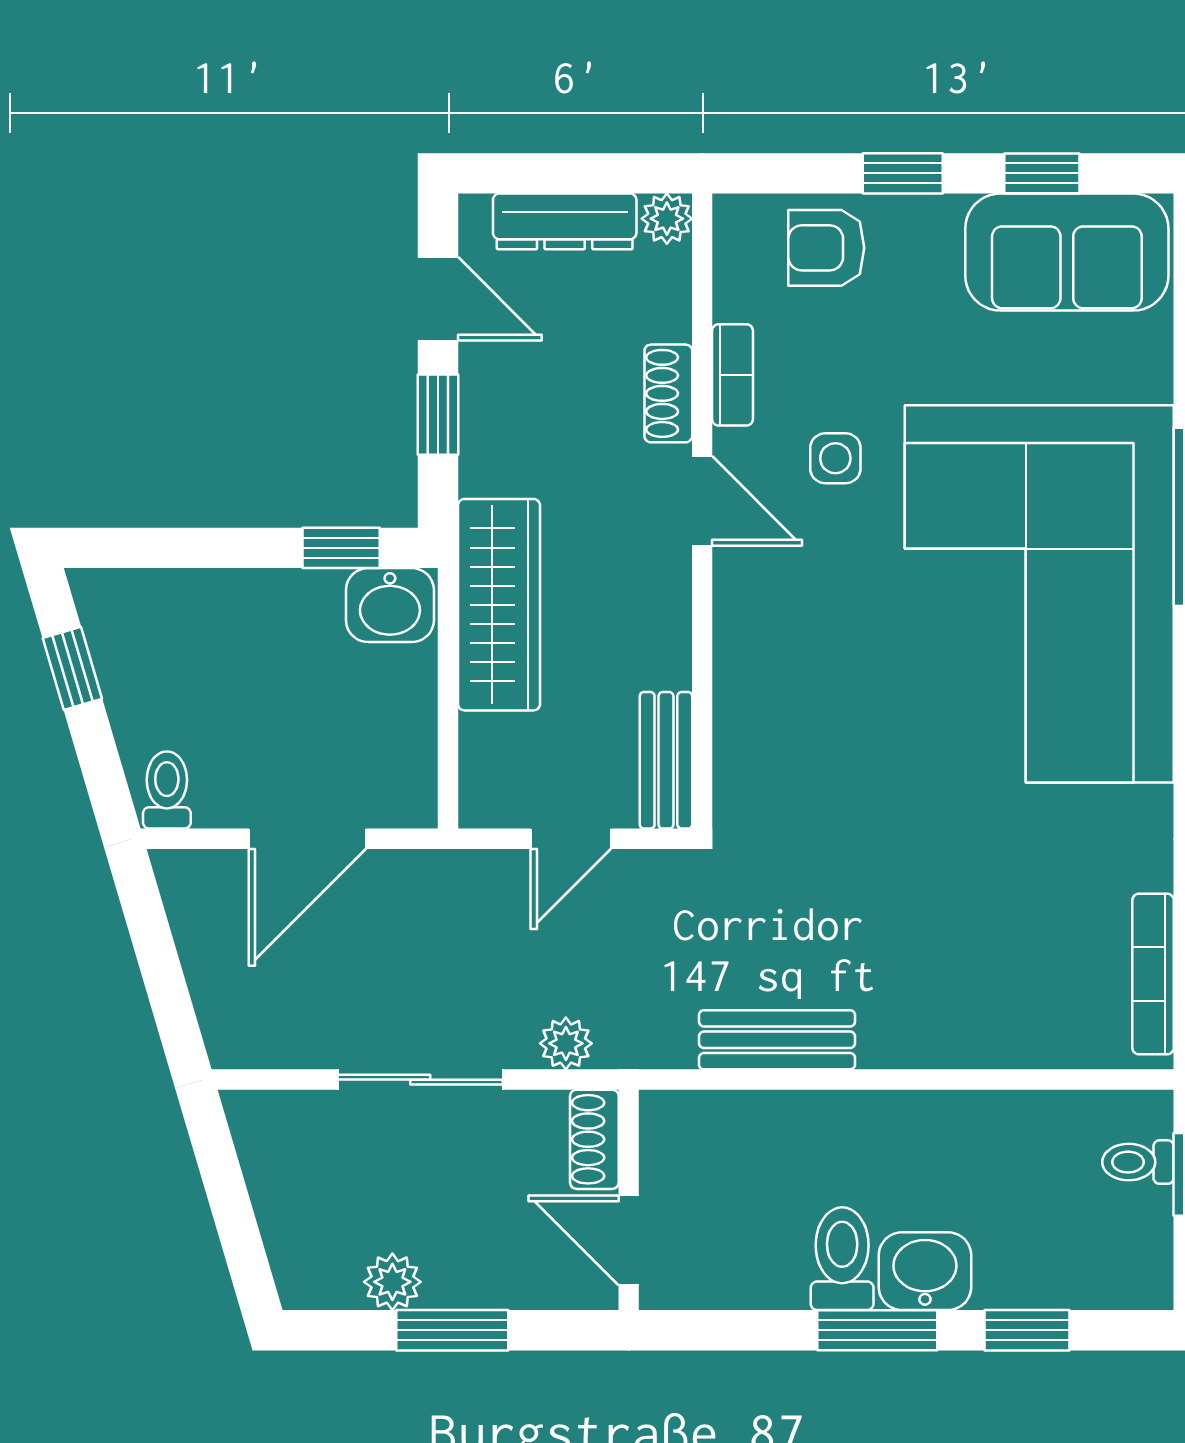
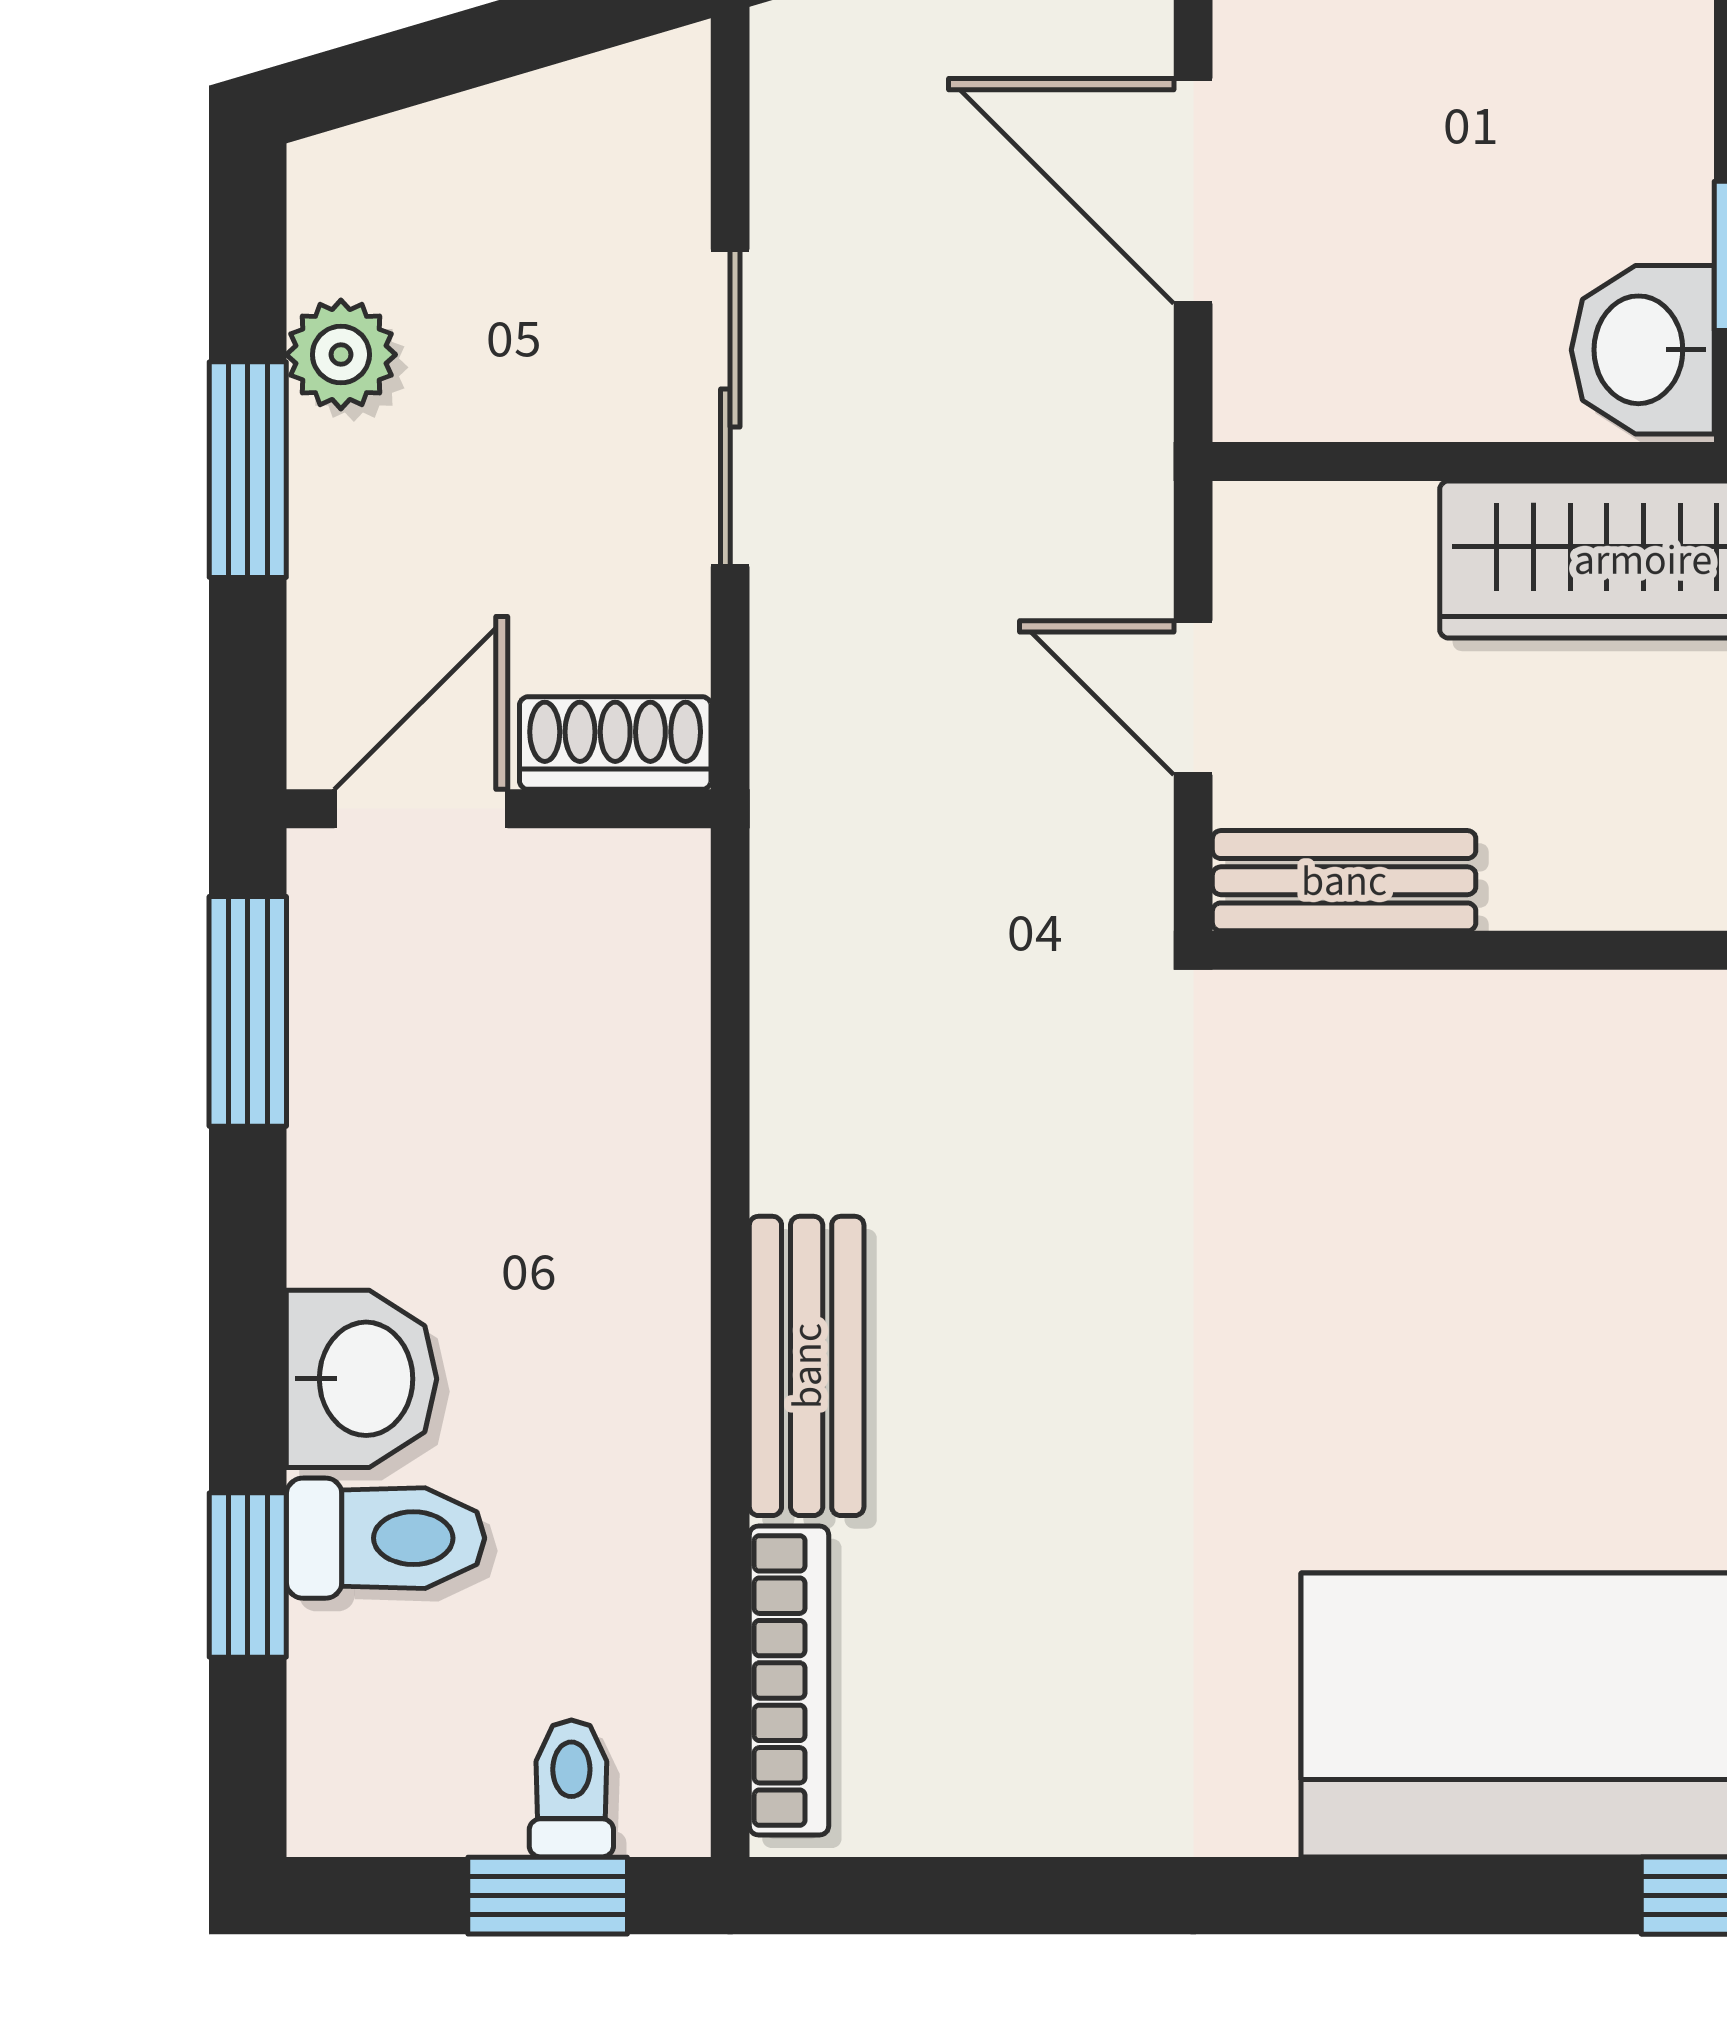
bookcase: (1153, 974) -> (789, 1680), moved, turned 90
bench: (777, 1040) -> (807, 1366), moved
plant: (566, 1043) -> (800, 688), removed
toilet: (842, 1259) -> (386, 1538), moved
window: (877, 1330) -> (248, 1011), moved

